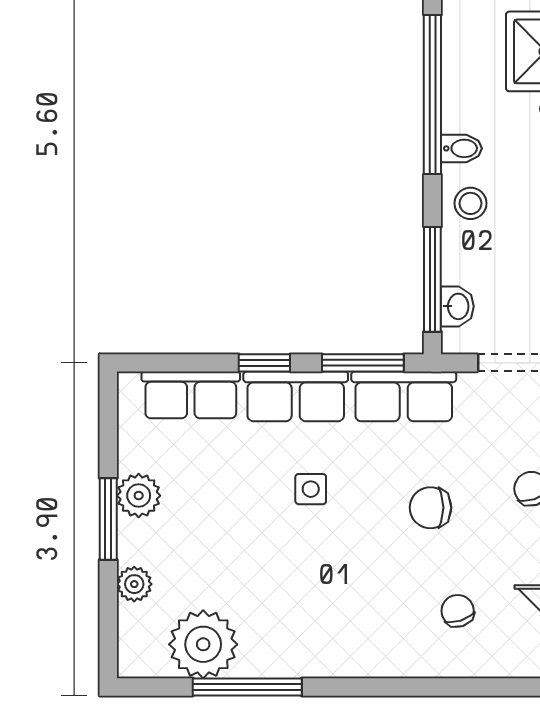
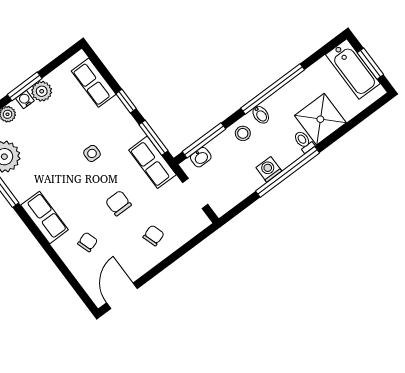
row of seats: (296, 396) -> (45, 217), moved, turned 180
water cooler: (131, 535) -> (25, 100), added

